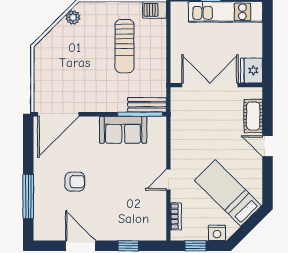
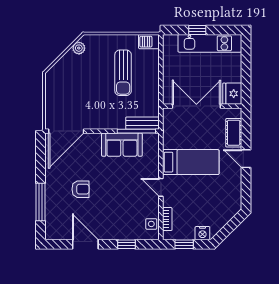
door: (168, 180) -> (161, 187), hinge flipped
bed: (228, 193) -> (191, 162), moved, turned 135
side table: (157, 222) -> (151, 224), added

